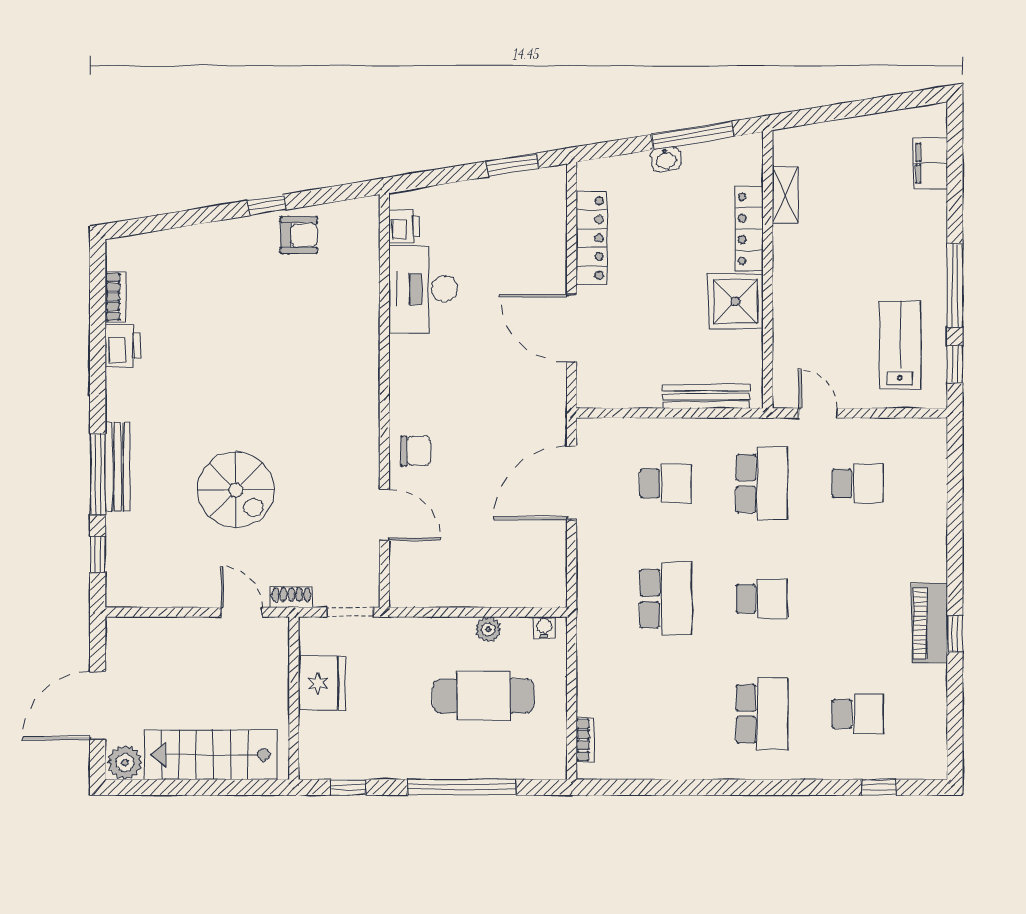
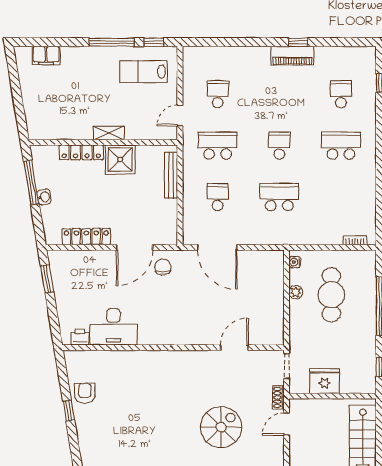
shelving: (785, 195) -> (109, 133), moved
chair: (416, 451) -> (163, 267), moved

